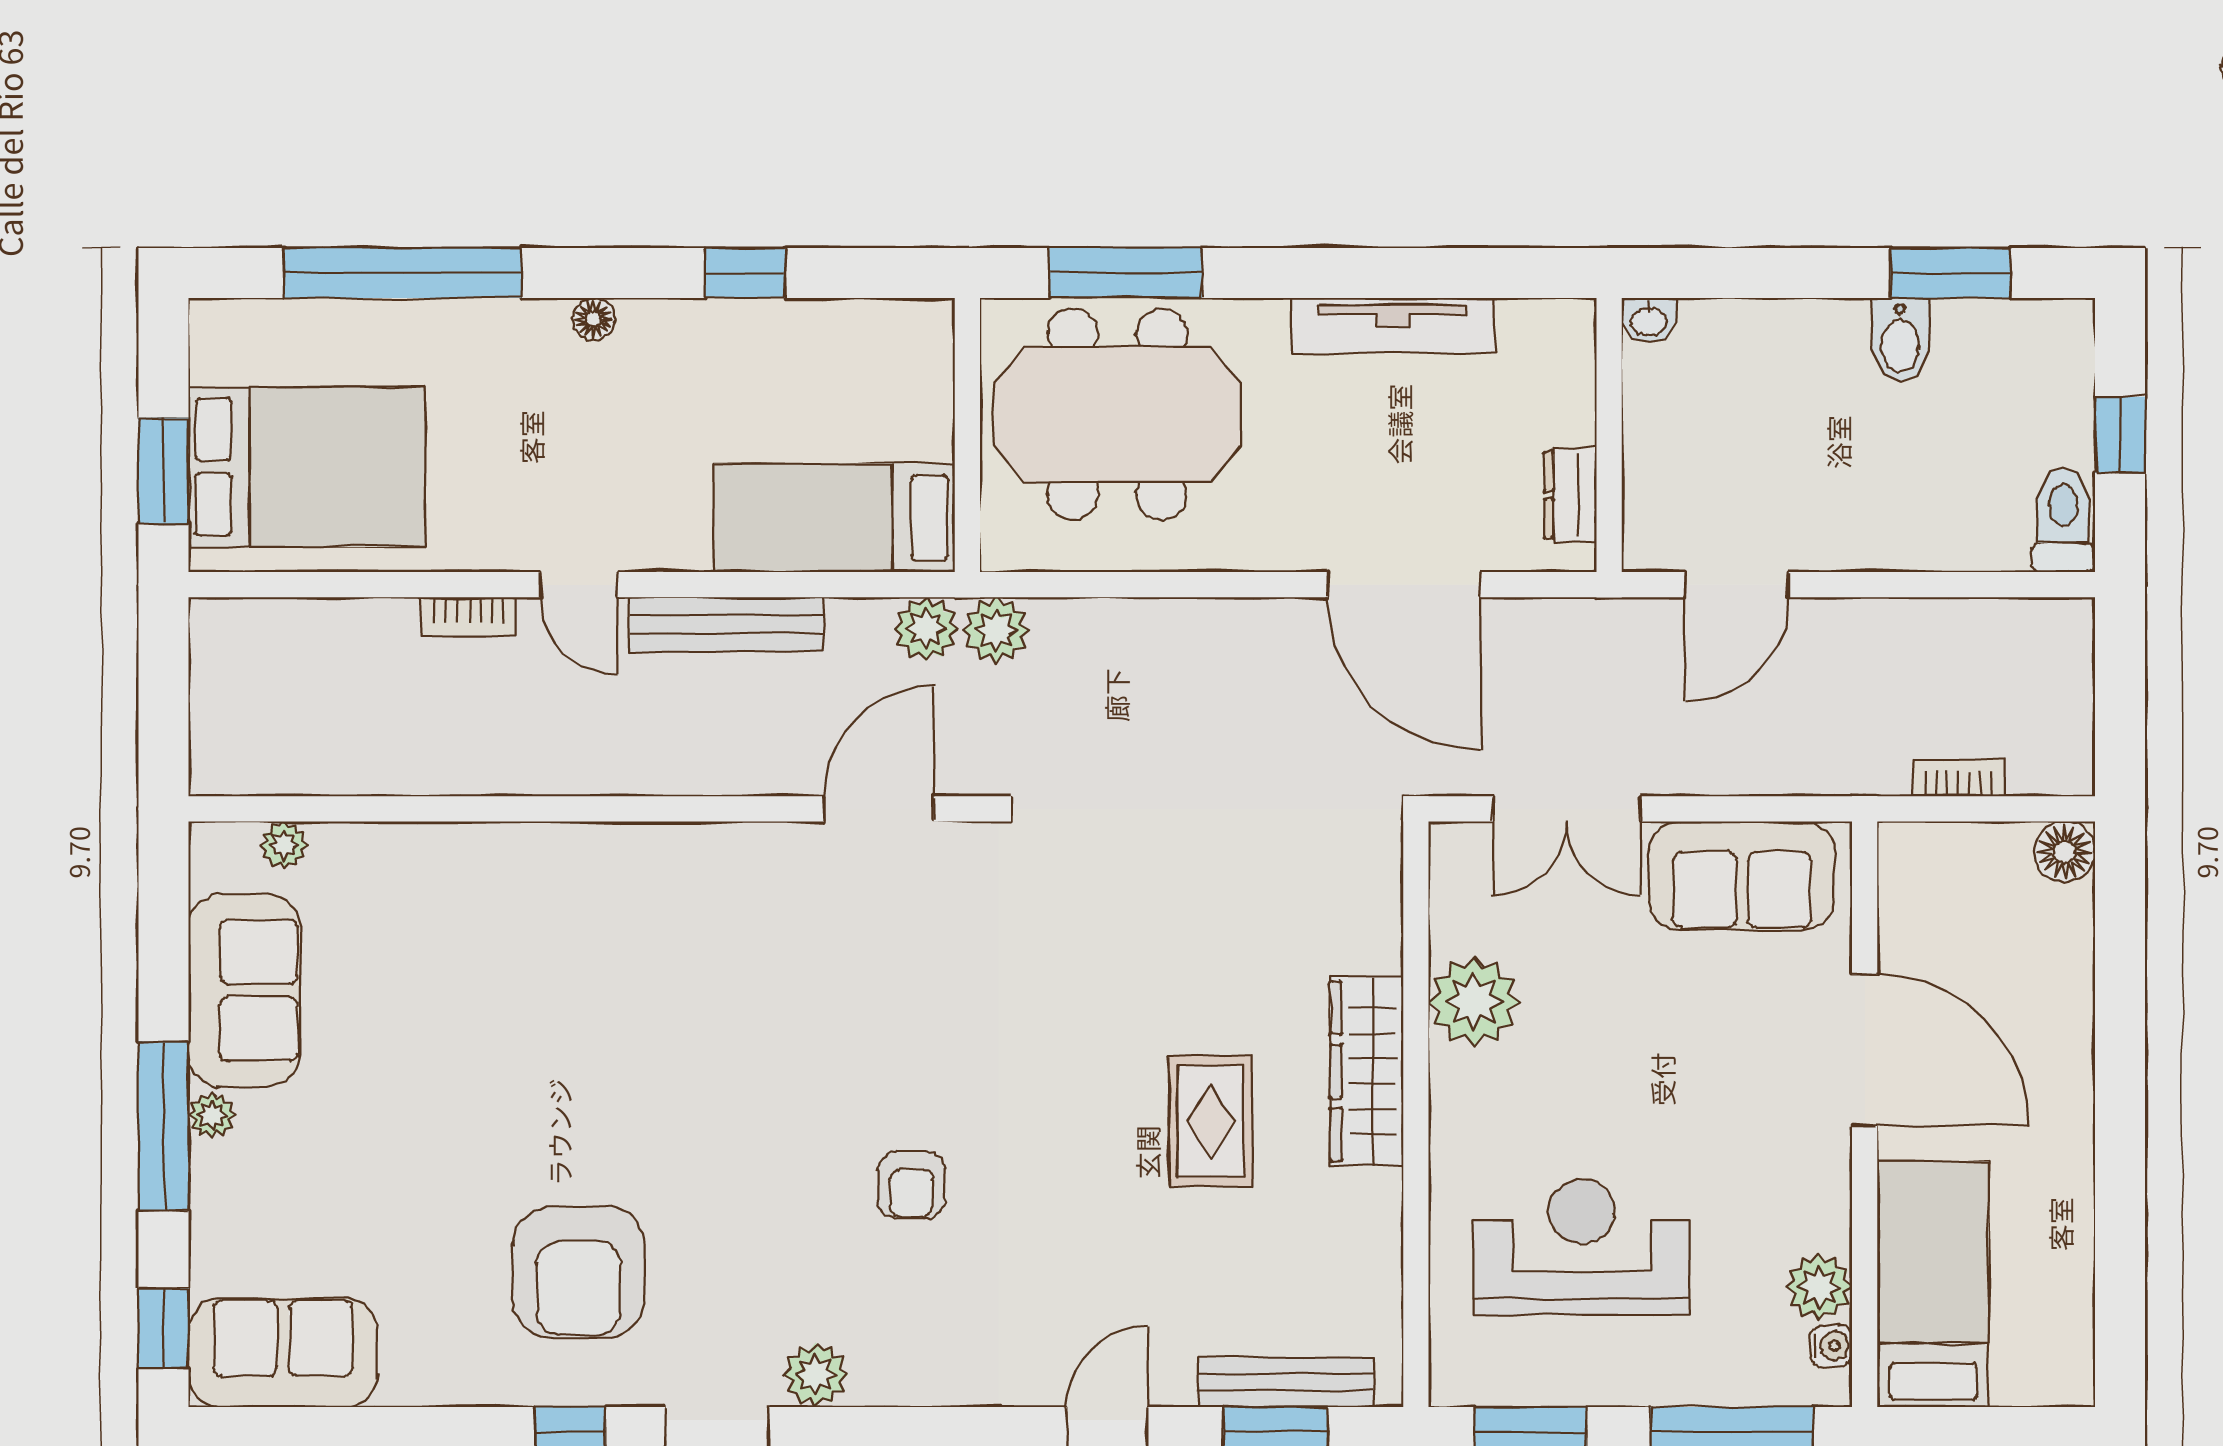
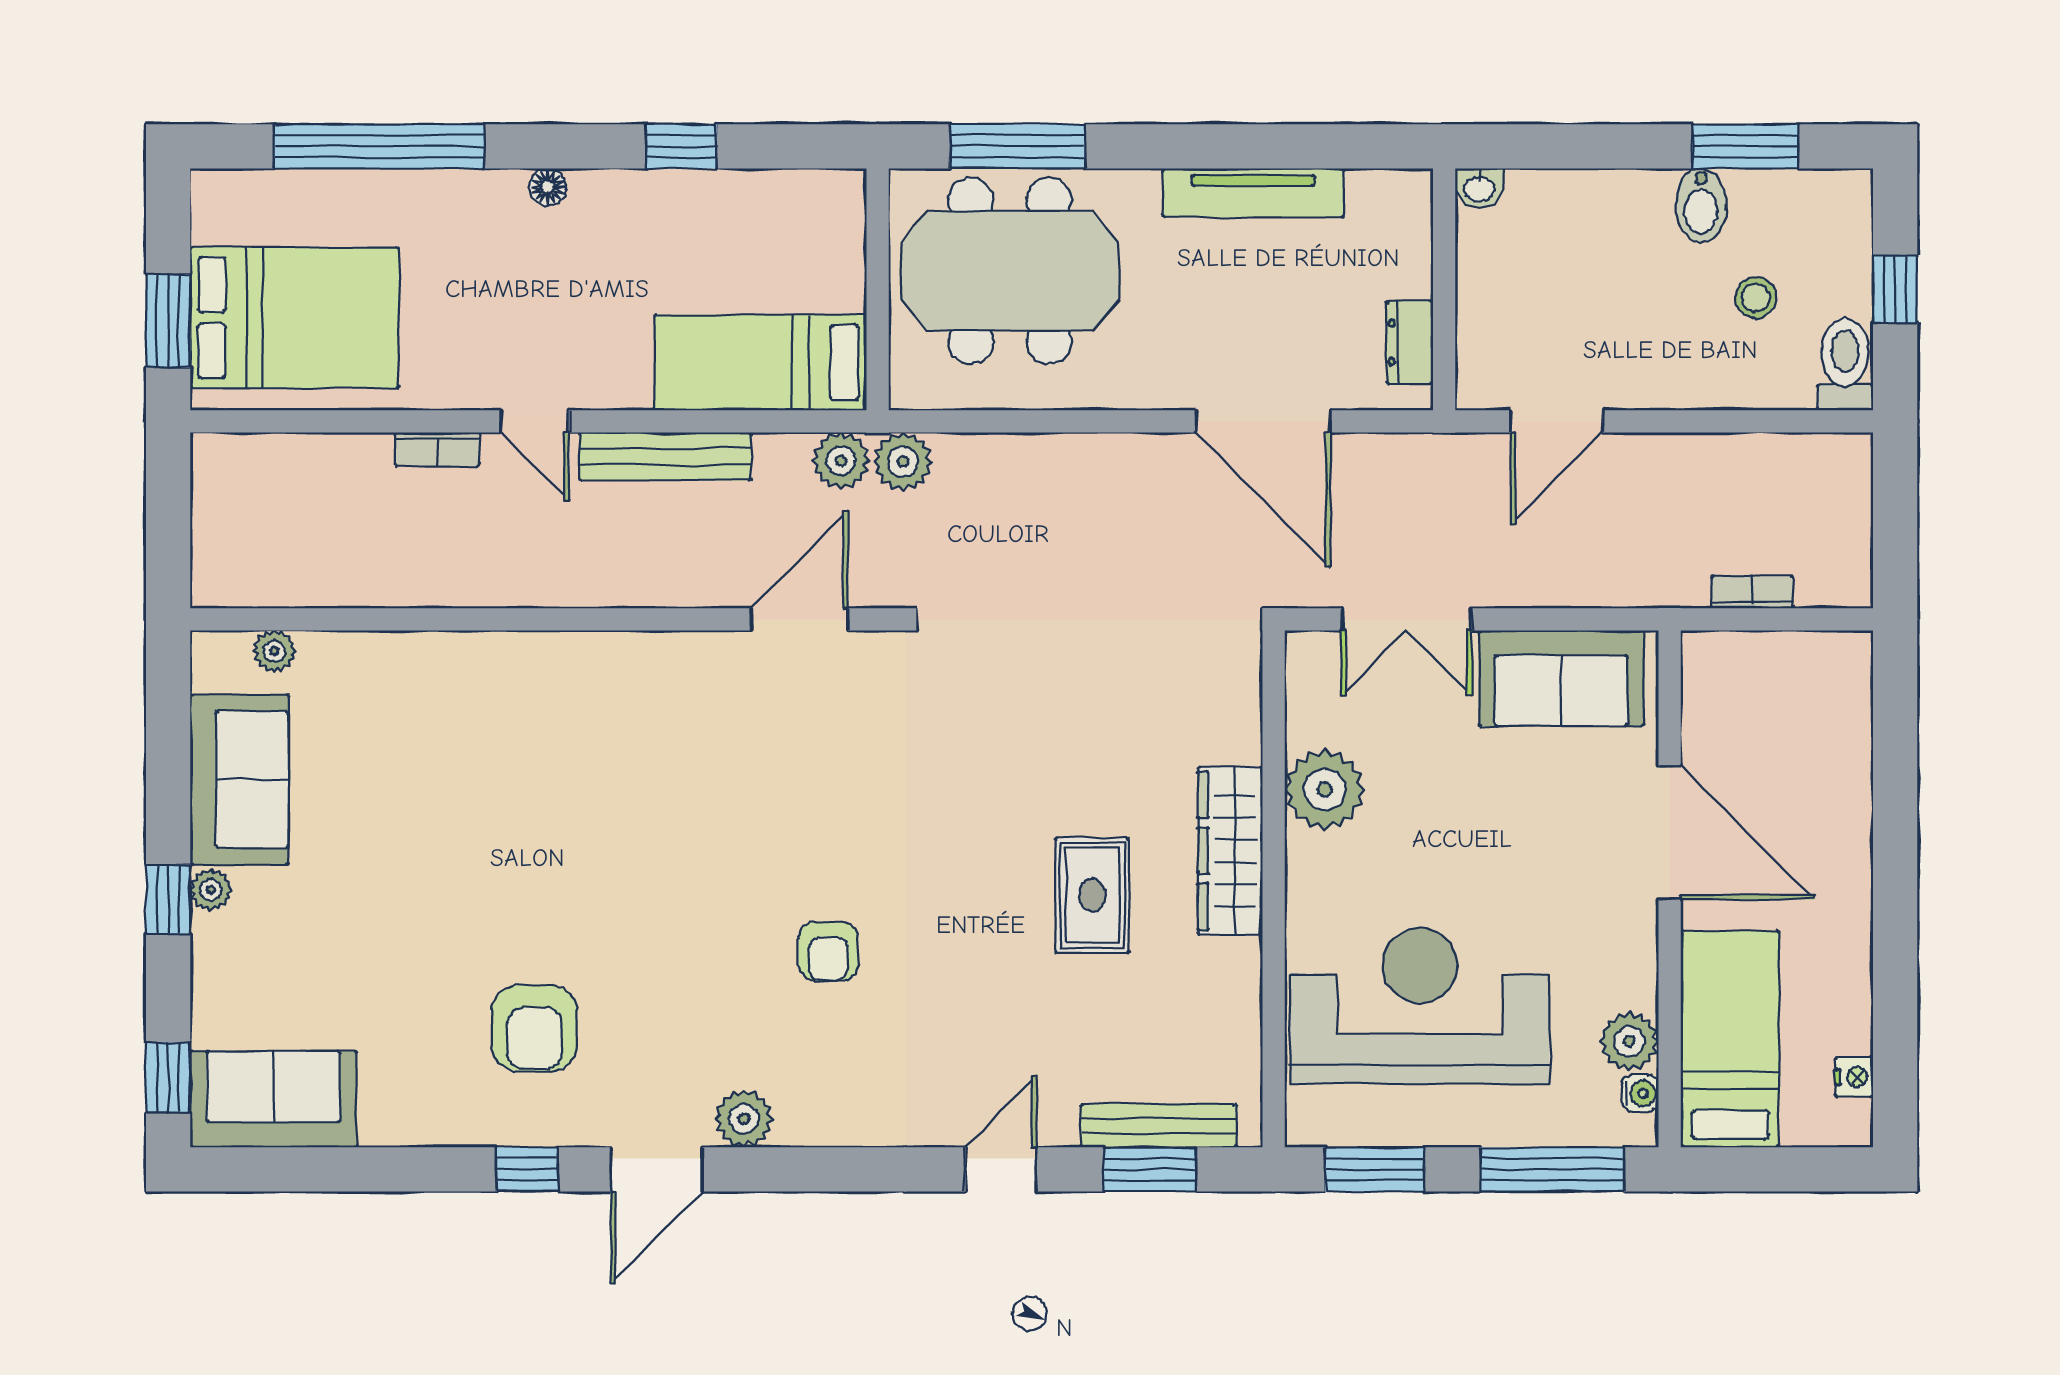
stool: (1962, 444) -> (1756, 298), added
floor lamp: (2065, 852) -> (1846, 657), removed
window: (164, 1126) -> (168, 899), width x0.46
reception desk: (1582, 1247) -> (1420, 1006), width x1.36, depth x1.30
armchair: (579, 1272) -> (534, 1028), width x0.73, depth x0.73
nightstand: (2074, 1327) -> (1854, 1077), added

